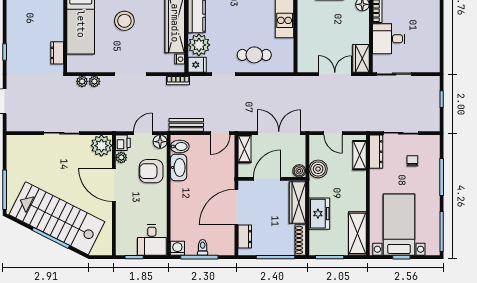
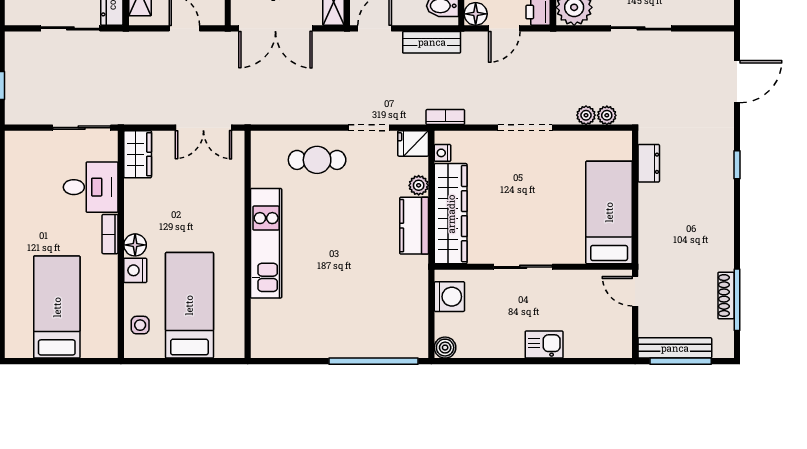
stool: (124, 21) -> (536, 217), removed
plant: (199, 45) -> (419, 185), width x0.53, depth x0.53
double door: (335, 74) -> (203, 128), moved

